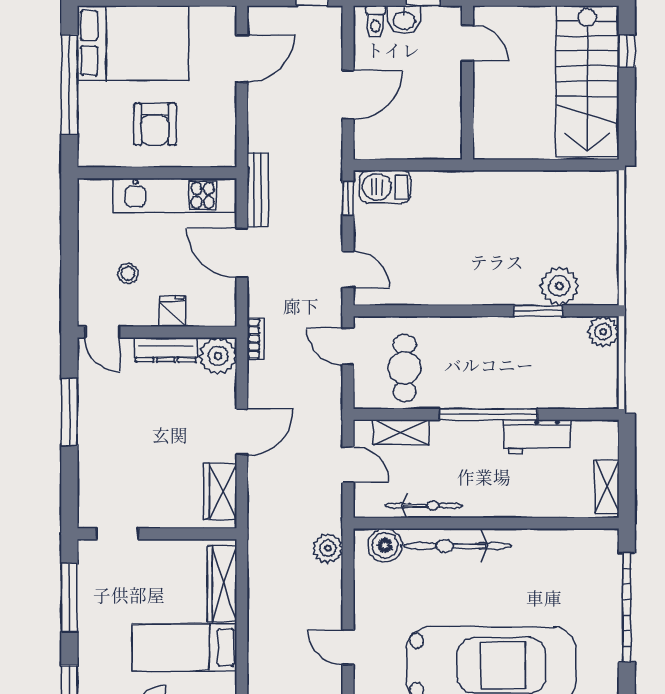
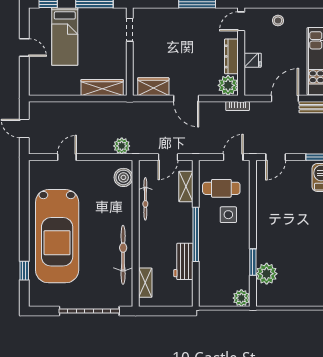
stool: (128, 274) -> (278, 21), moved
side table: (452, 355) -> (228, 215), added
shelving: (607, 487) -> (145, 283), moved, turned 90
bicycle: (457, 546) -> (123, 255), moved
bed: (184, 647) -> (65, 36), moved, turned 180

